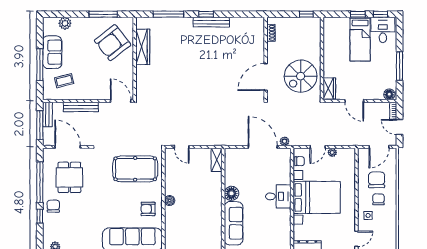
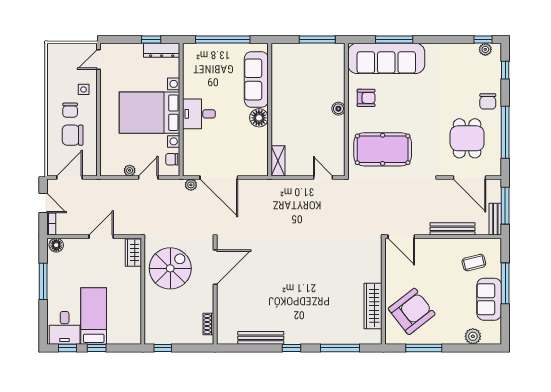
bench: (211, 22) -> (261, 338), moved
door: (354, 101) -> (101, 237), hinge flipped
chair: (377, 180) -> (73, 135), turned 90
window: (40, 216) -> (505, 70), moved

